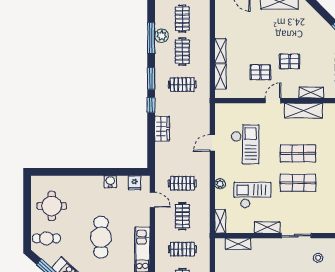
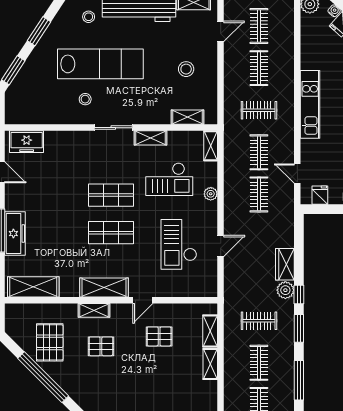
plant: (162, 36) -> (285, 290), moved
pallet: (290, 61) -> (101, 346), moved
clothes rail: (182, 183) -> (259, 194), turned 90

